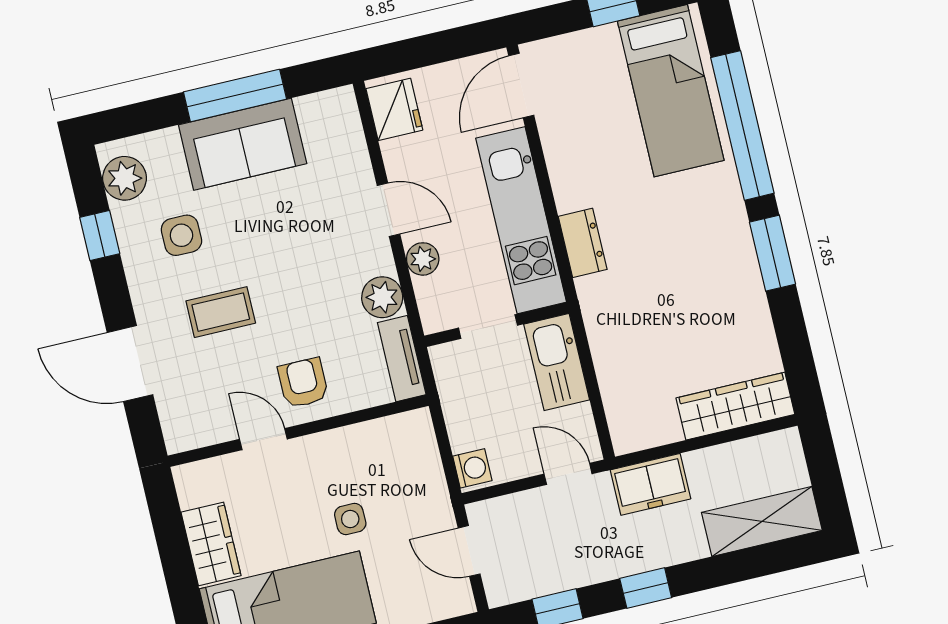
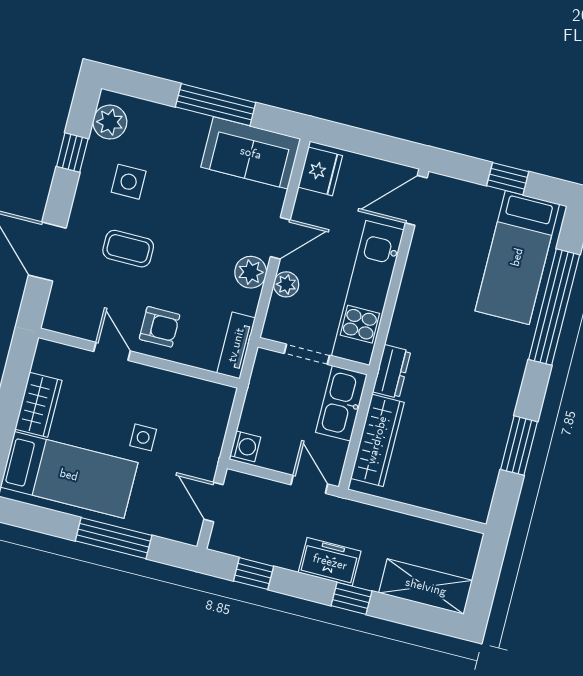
sofa: (243, 144) -> (251, 153), moved
door: (388, 210) -> (280, 238), hinge flipped
dresser: (583, 243) -> (392, 371), moved
window: (773, 253) -> (519, 446), moved
plant: (382, 297) -> (251, 272), moved
armchair: (303, 383) -> (160, 327), turned 90
wardrobe: (735, 406) -> (377, 440), moved, turned 90
freezer: (651, 484) -> (330, 562), moved, turned 180
window: (646, 588) -> (351, 598), moved

